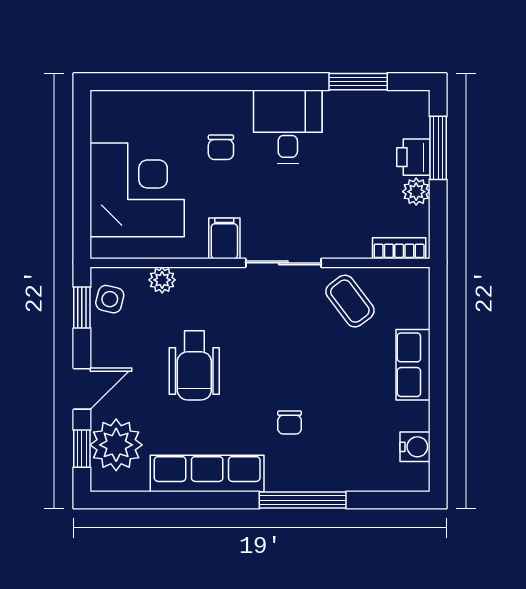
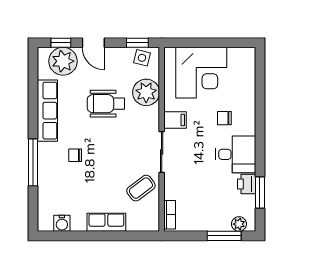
printer: (413, 157) -> (247, 184), moved, turned -90
plant: (416, 192) -> (239, 224), moved
plant: (162, 280) -> (146, 92), width x1.88, depth x1.88

